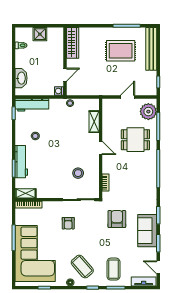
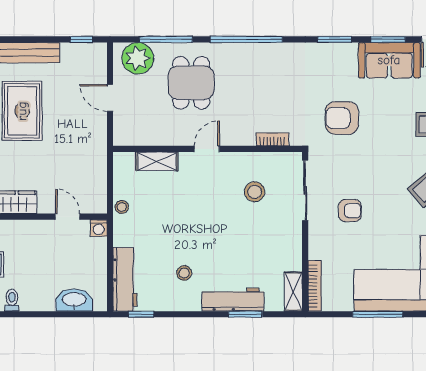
sofa: (147, 231) -> (389, 60), moved

